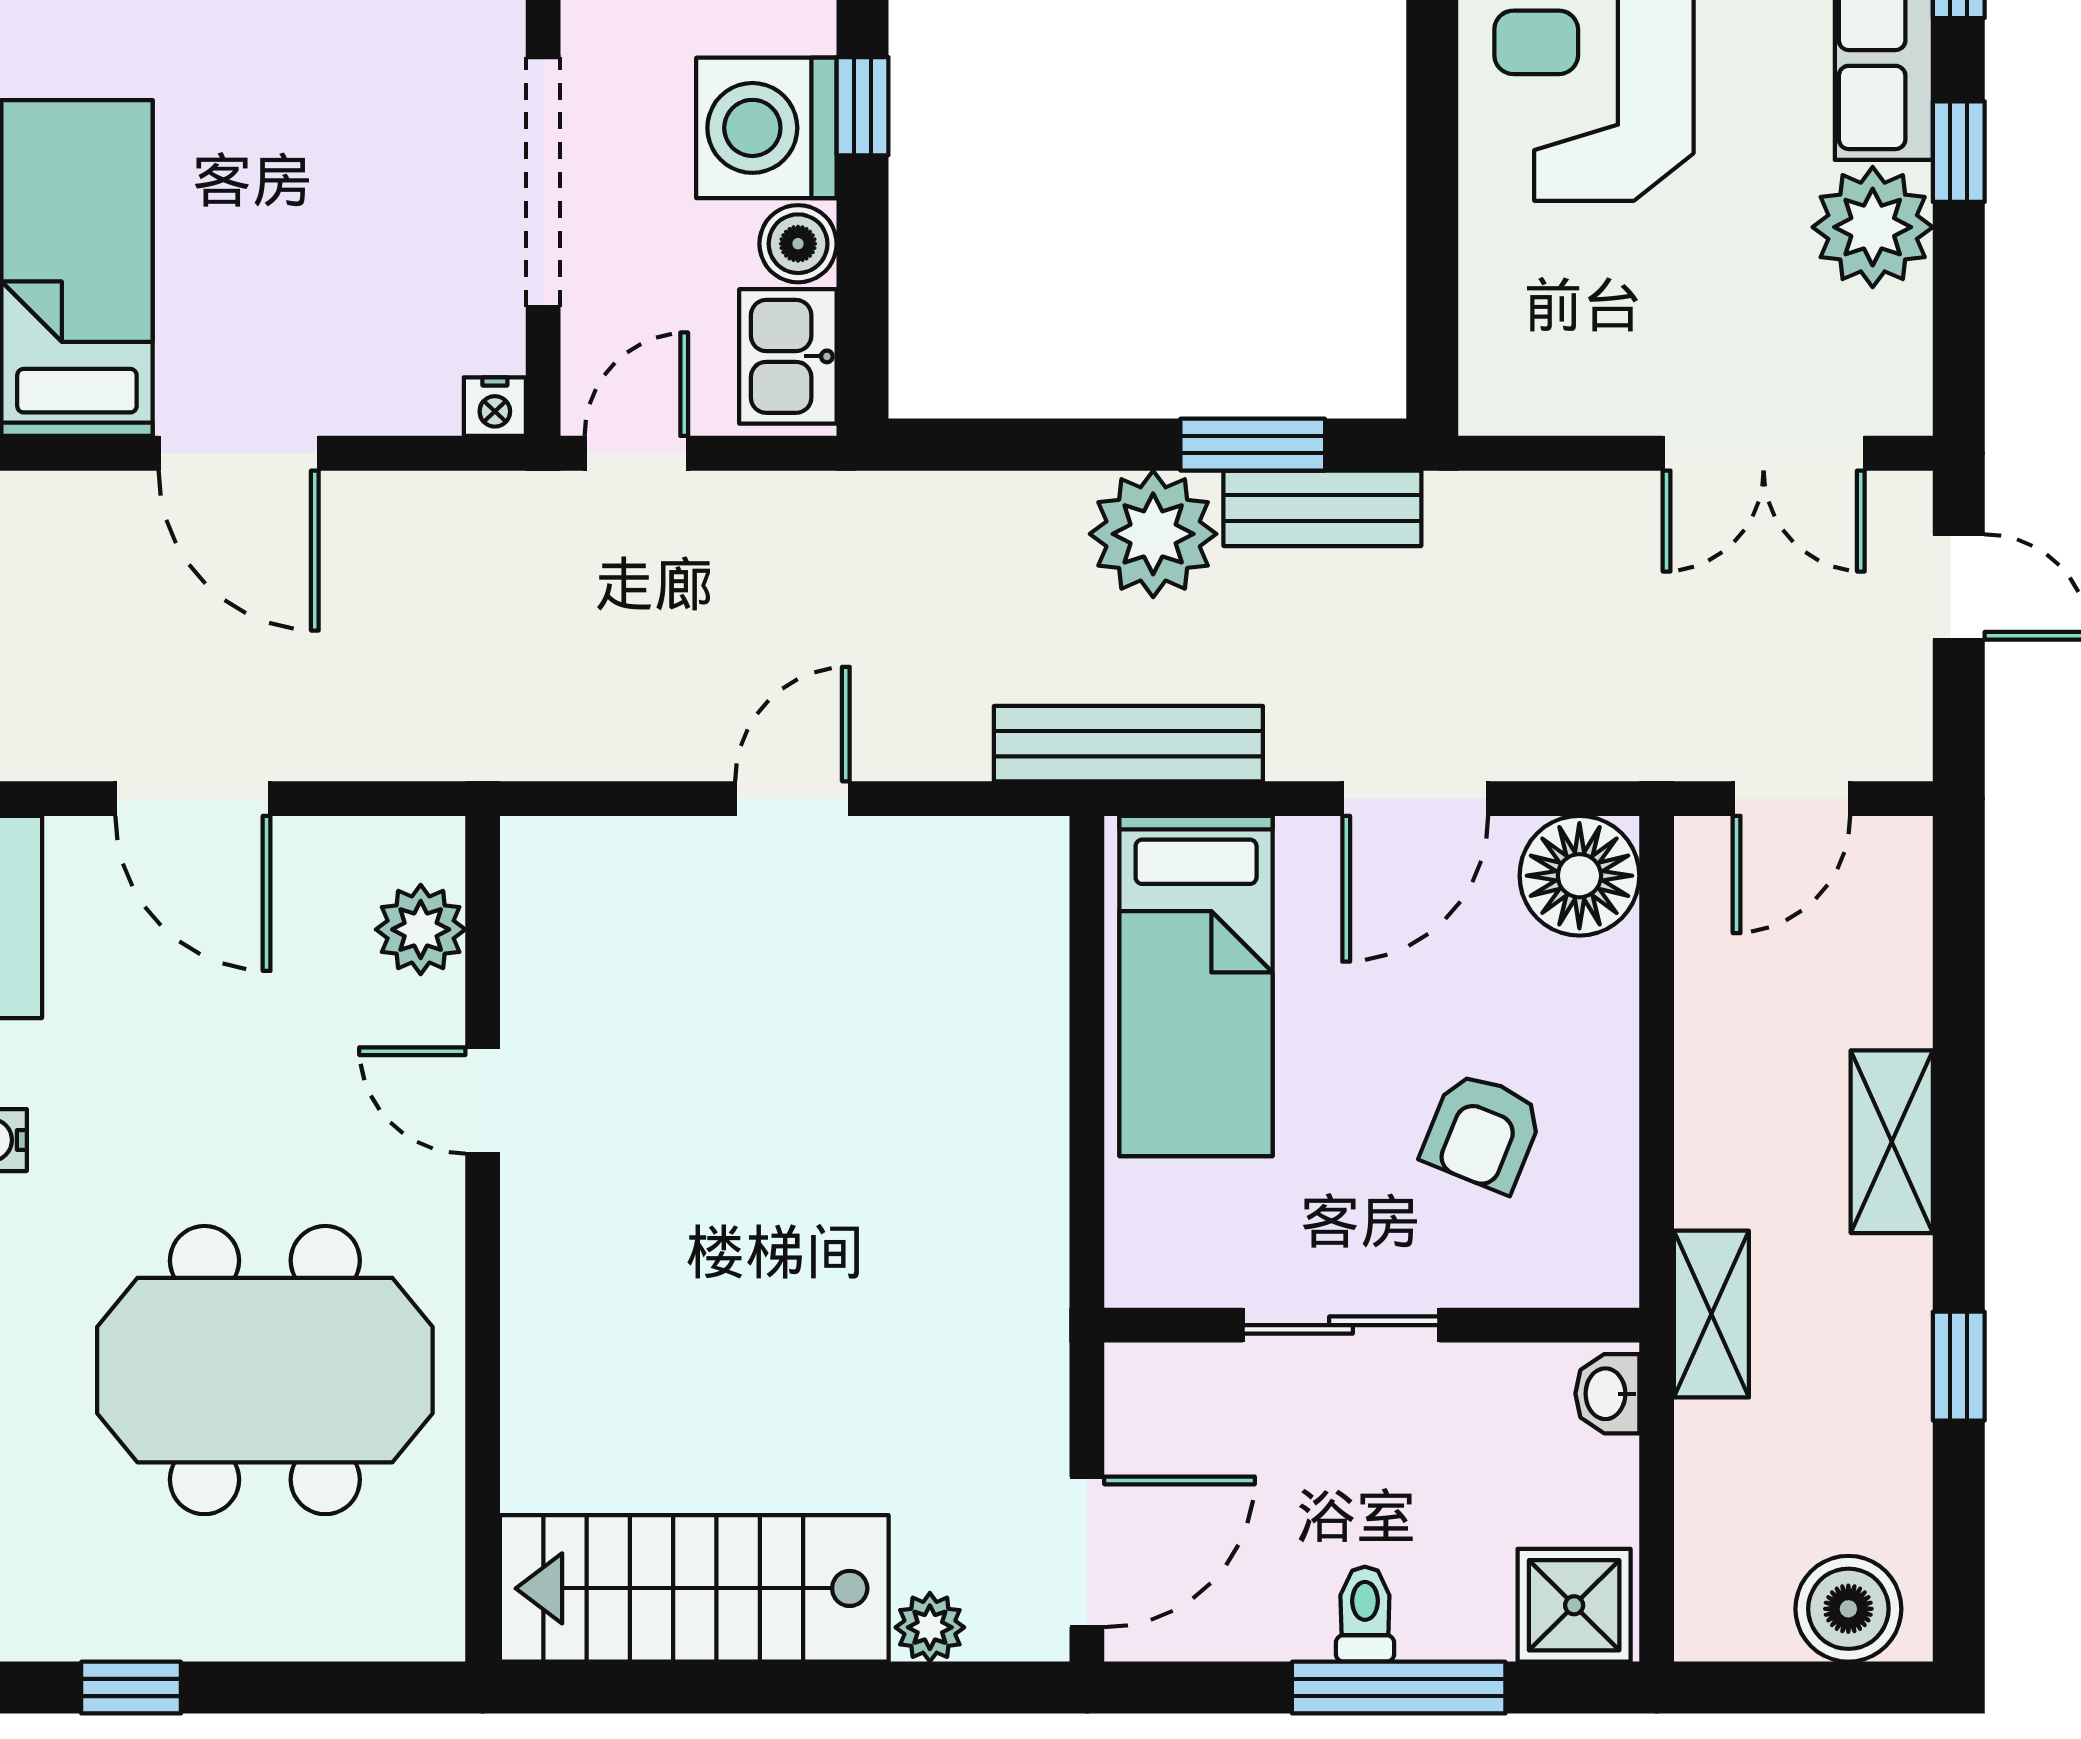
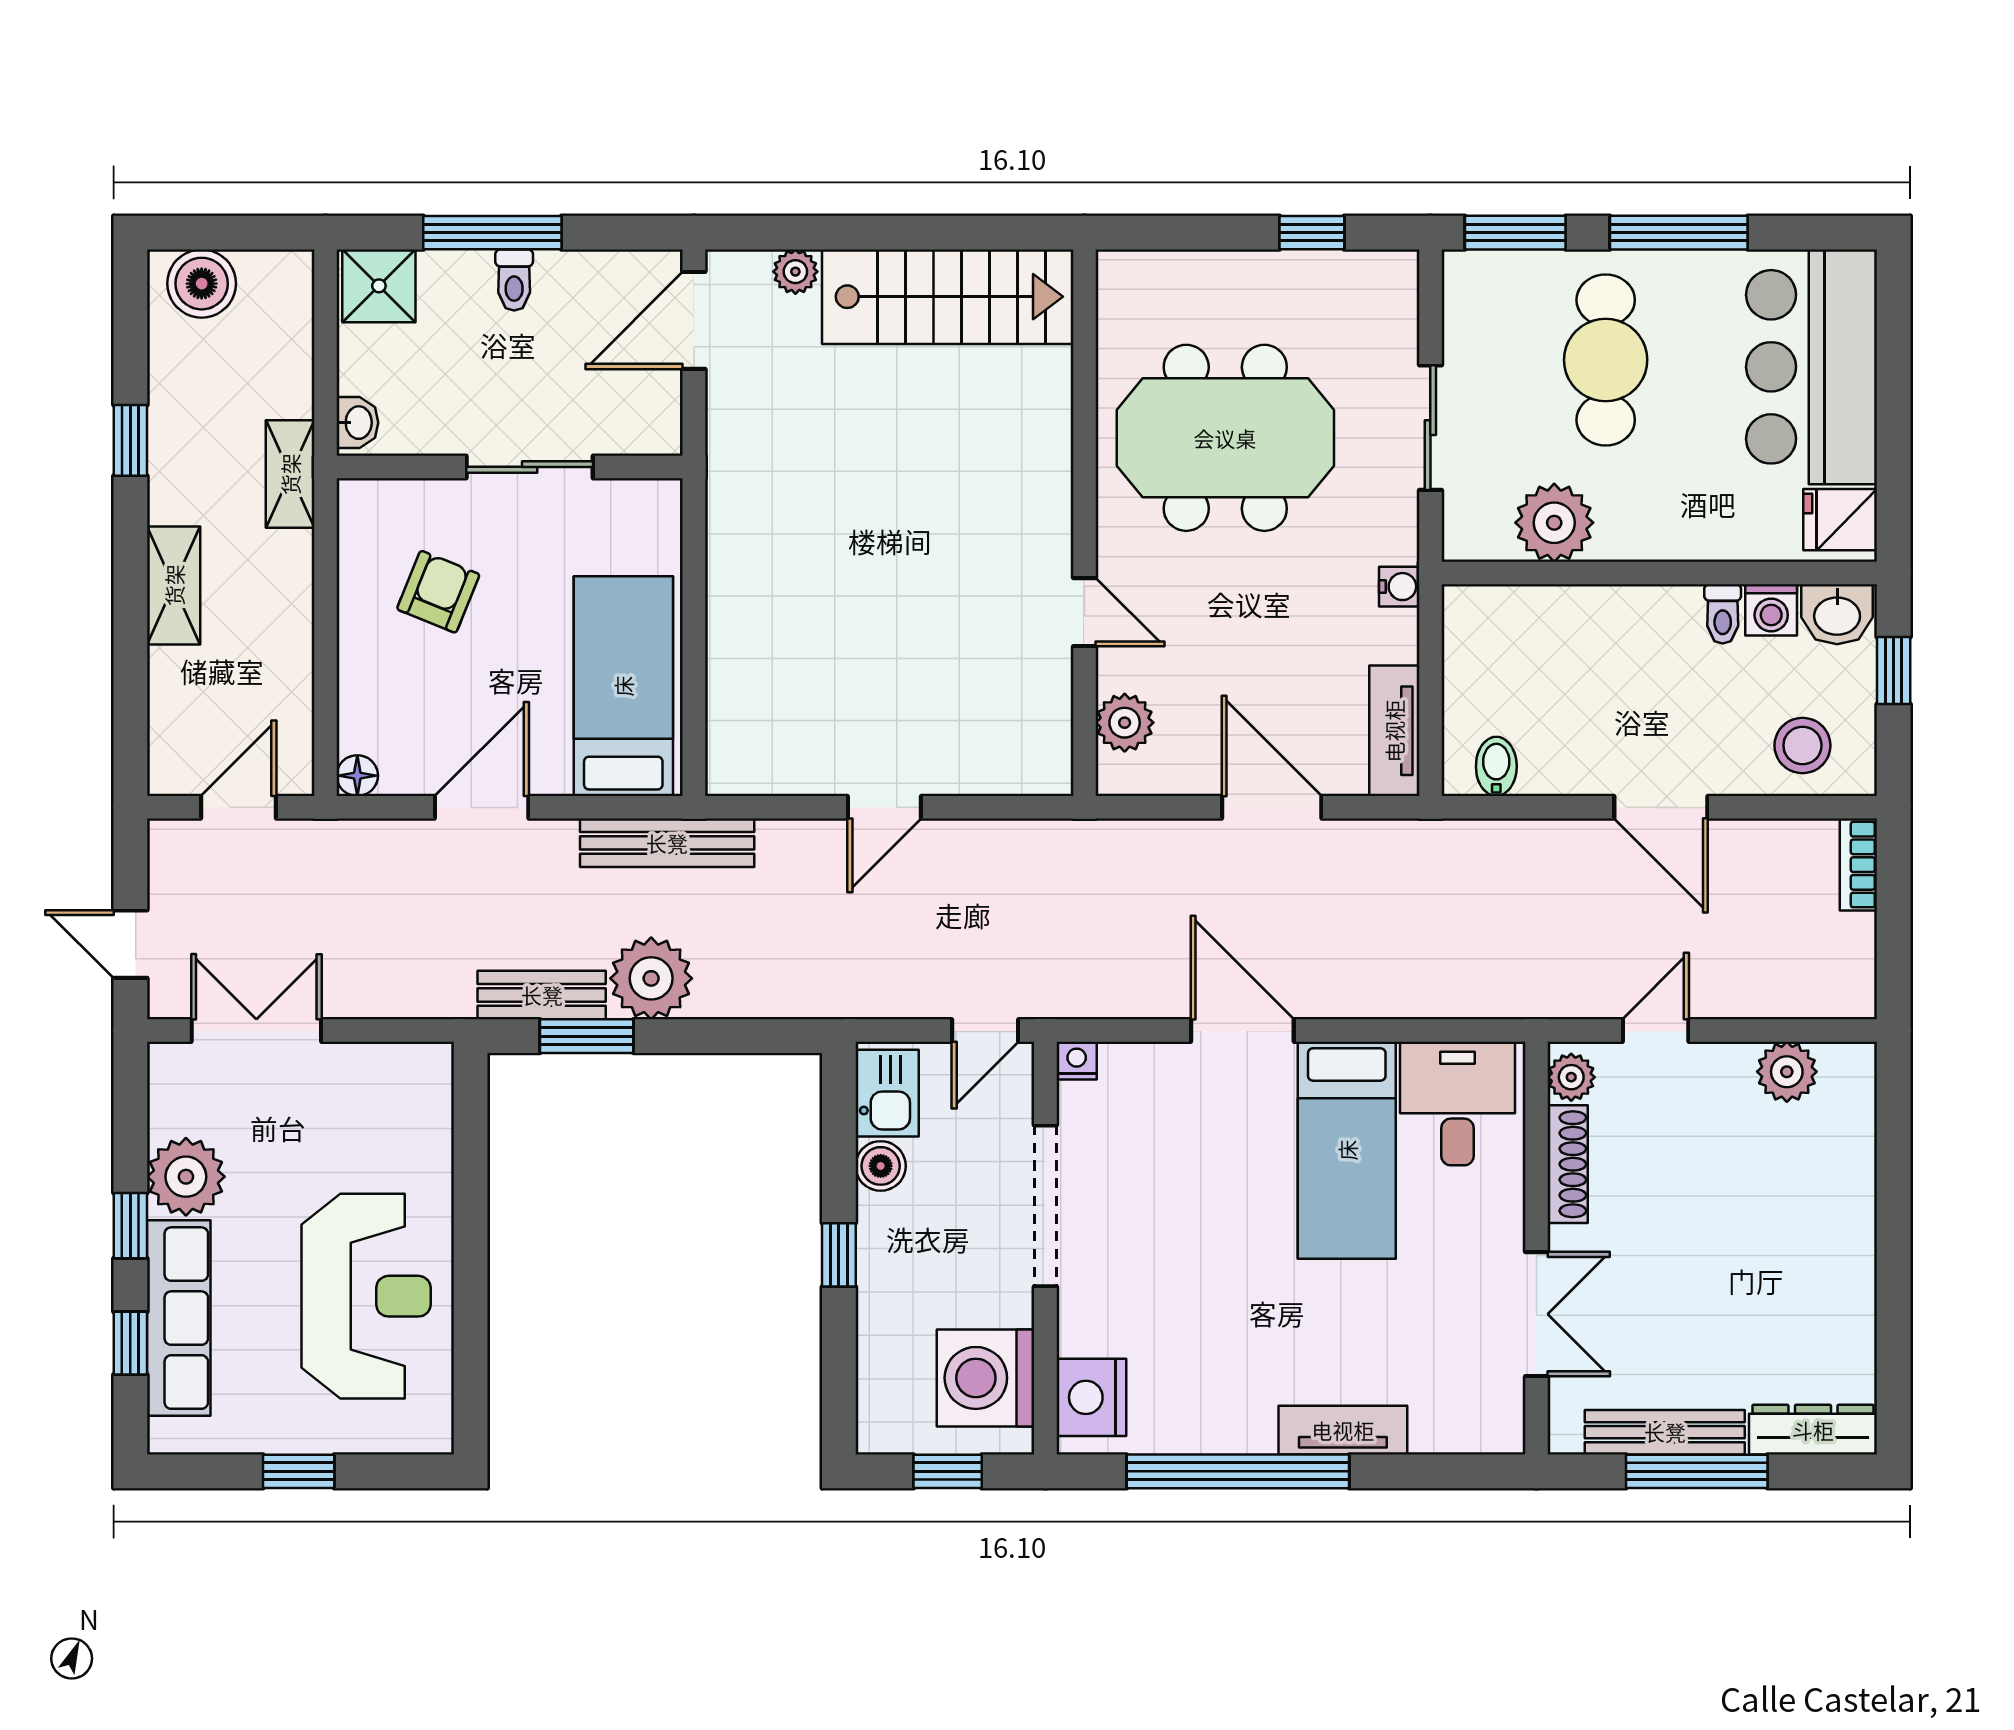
washing machine: (766, 128) -> (901, 1241), removed
floor lamp: (1579, 876) -> (357, 776), width x0.53, depth x0.53

